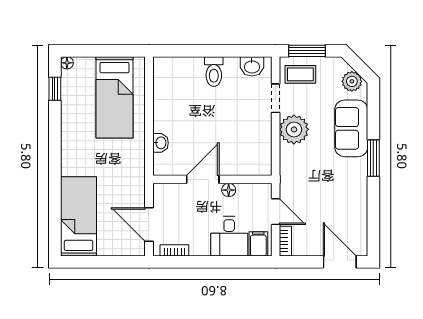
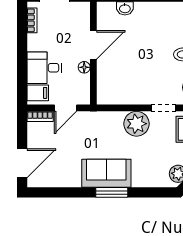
sofa: (351, 128) -> (106, 173), moved
door: (203, 179) -> (93, 45), hinge flipped

